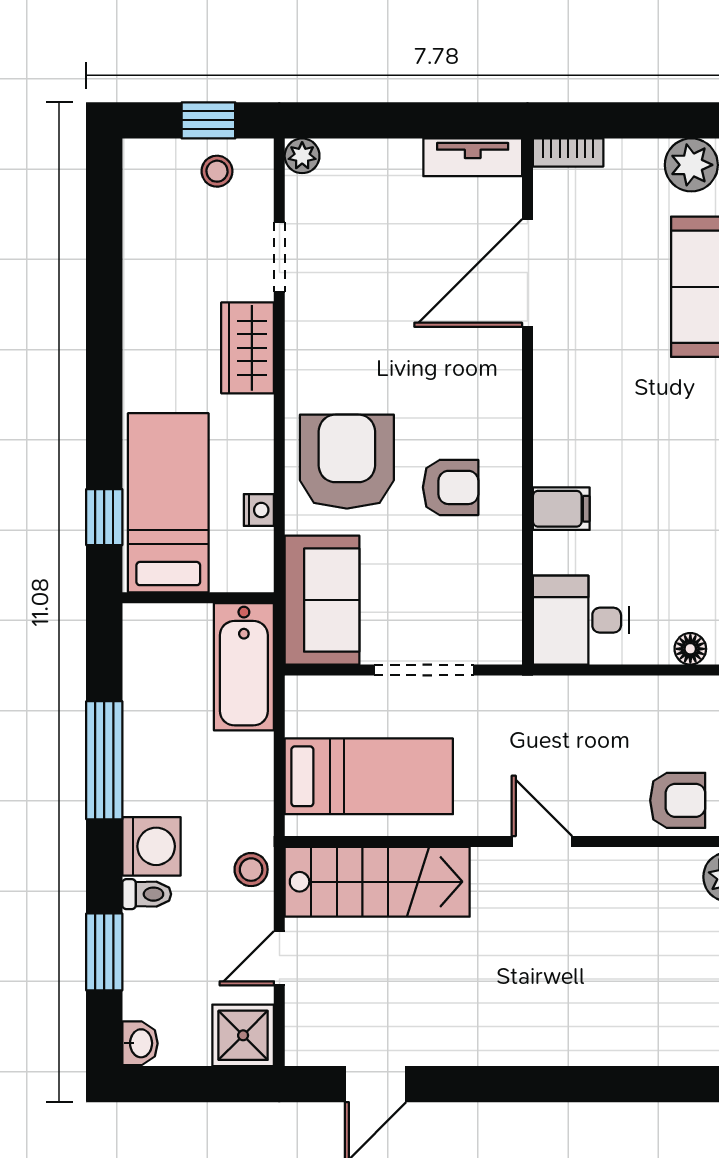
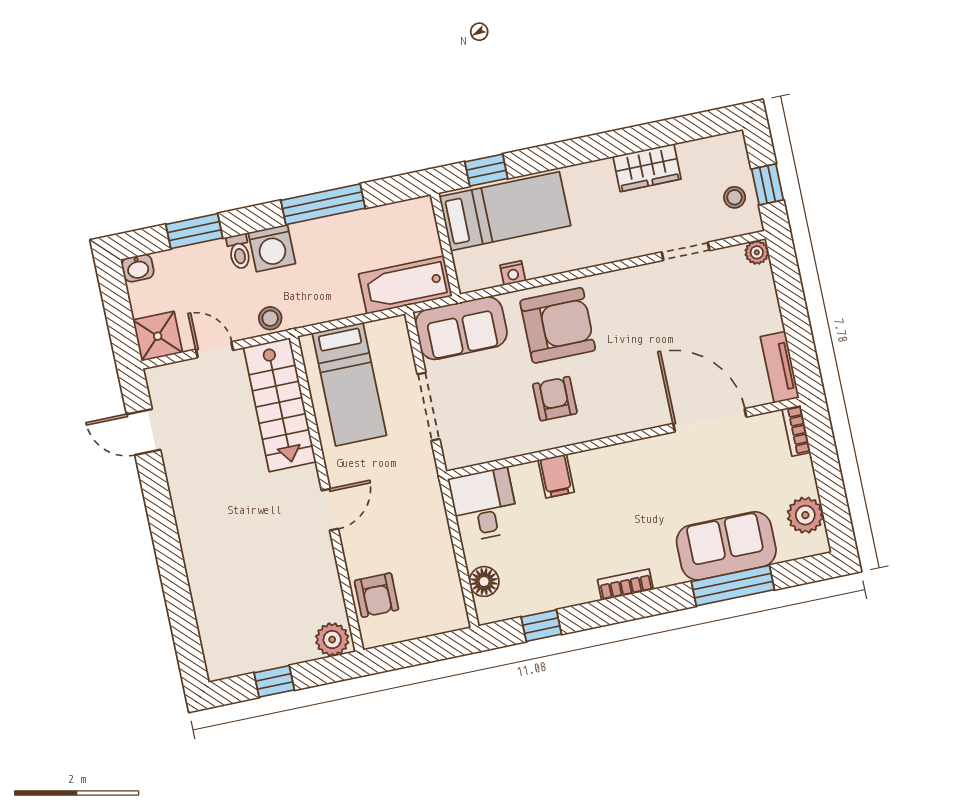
wardrobe: (248, 348) -> (647, 168), moved, turned 180
armchair: (451, 487) -> (555, 399), turned 180
floor lamp: (690, 649) -> (484, 581), width x1.37, depth x1.37

